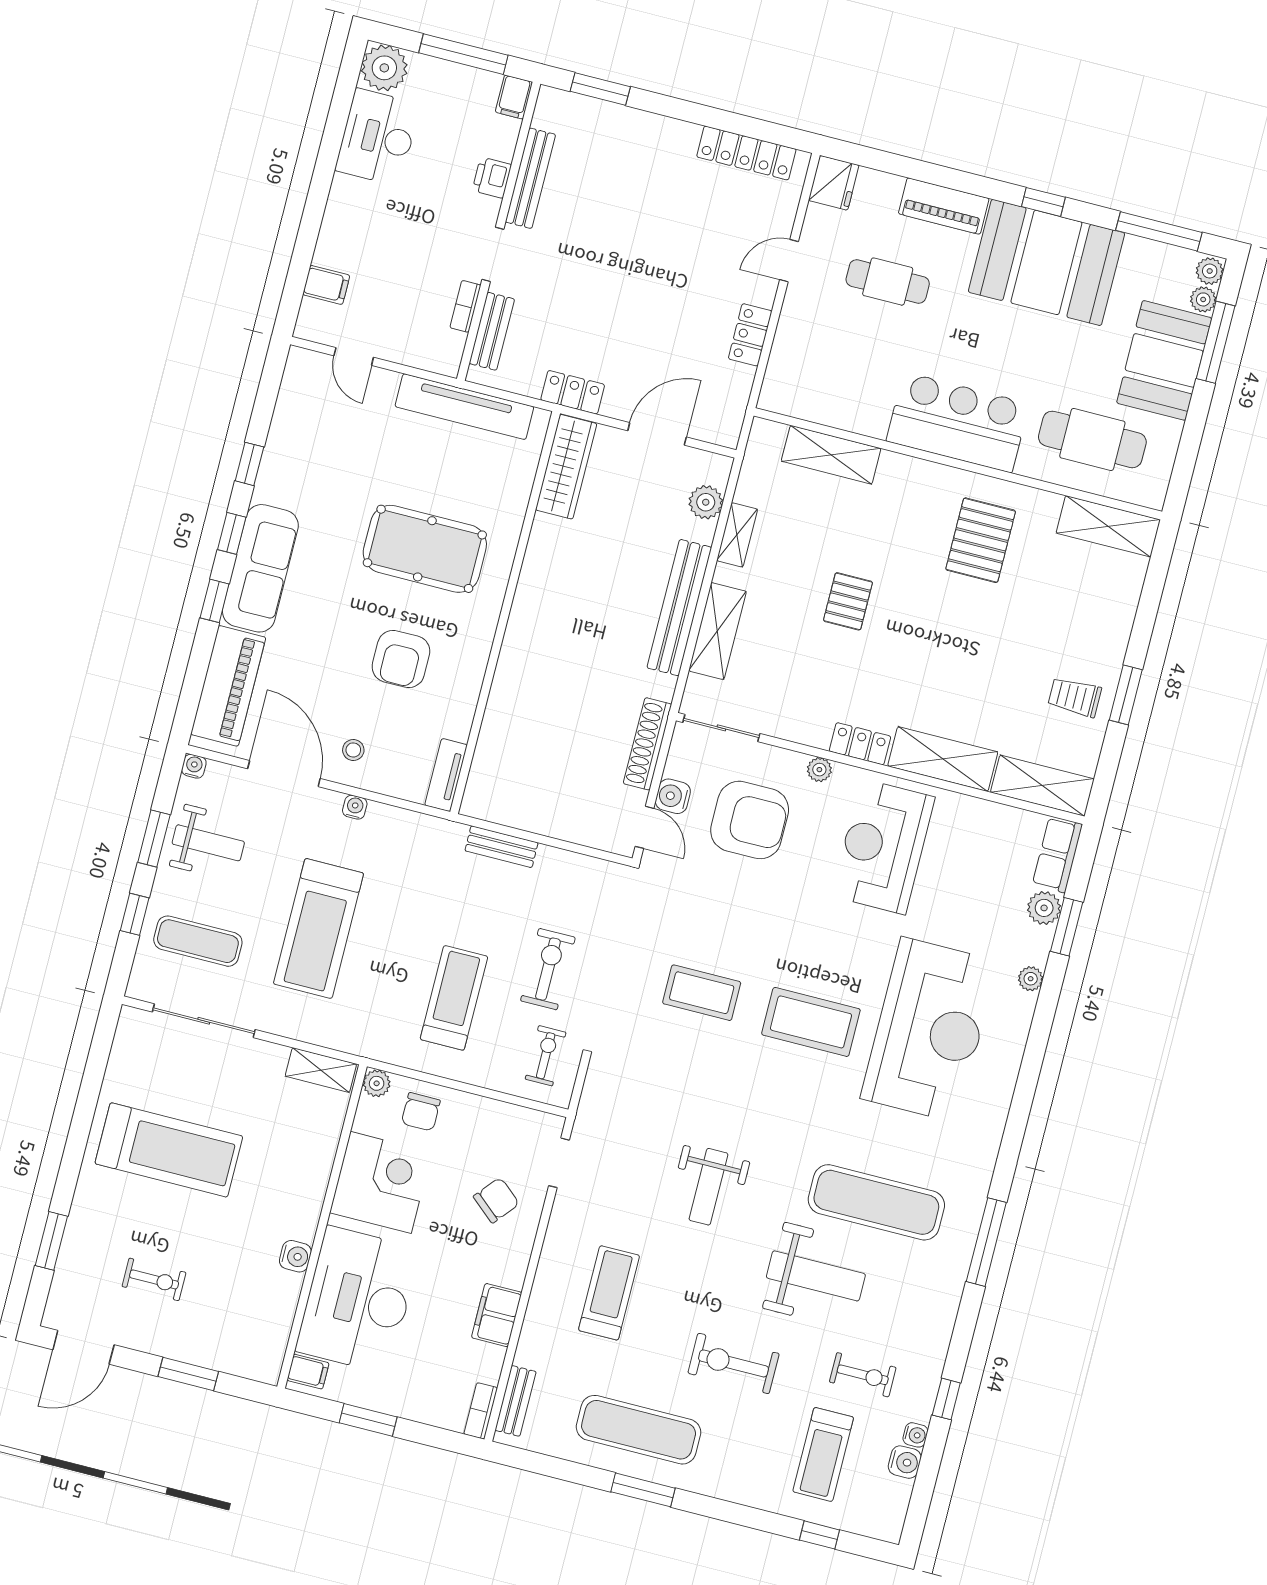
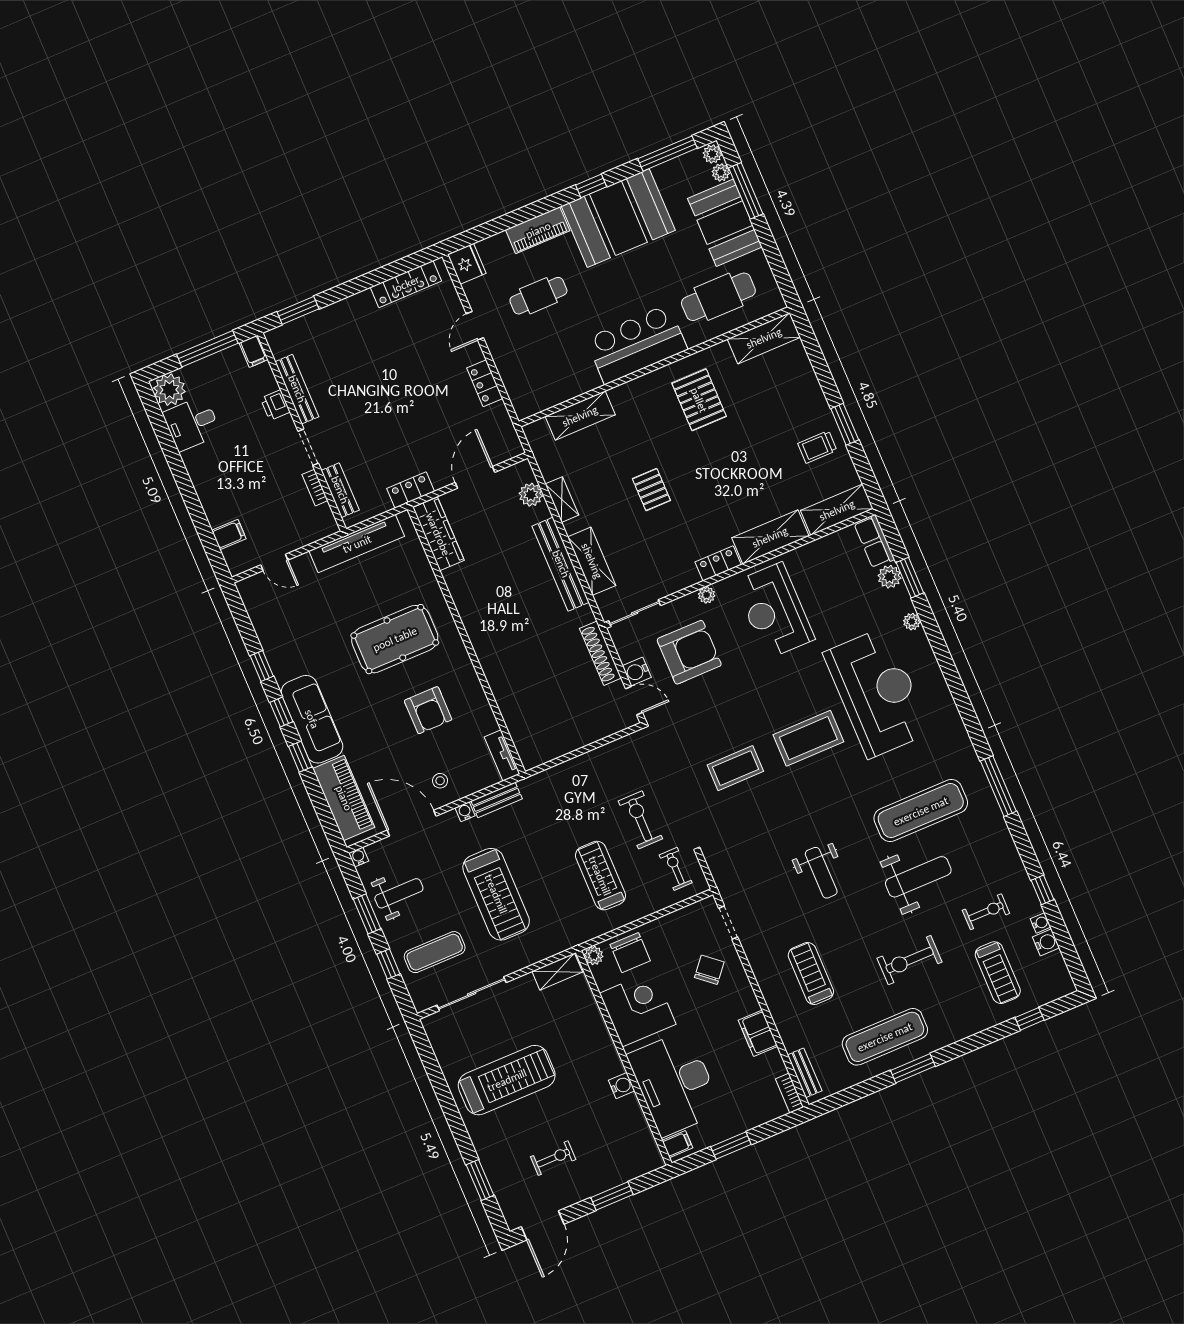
desk: (378, 137) -> (192, 423), width x0.73
bench: (501, 847) -> (497, 800), moved
chair: (421, 1112) -> (630, 953), width x1.37, depth x1.37

